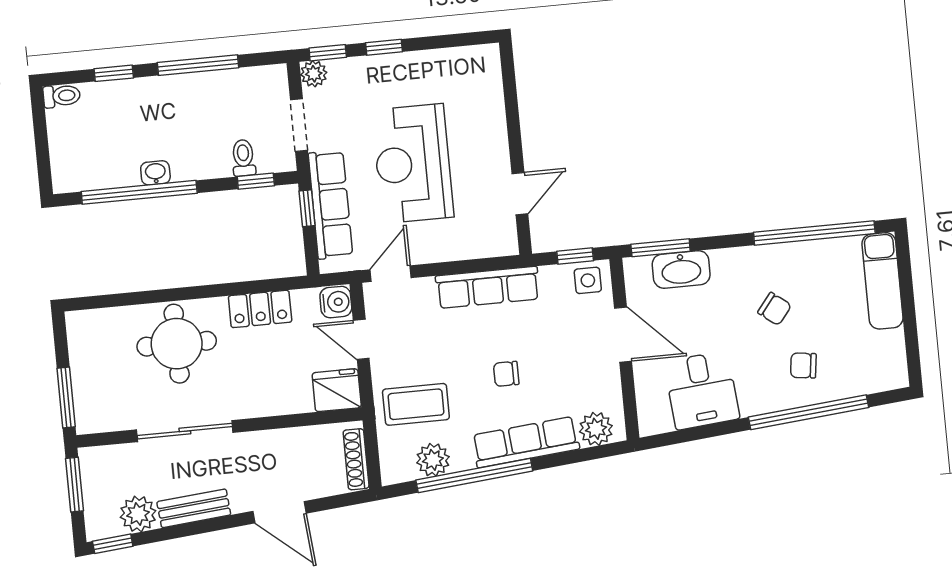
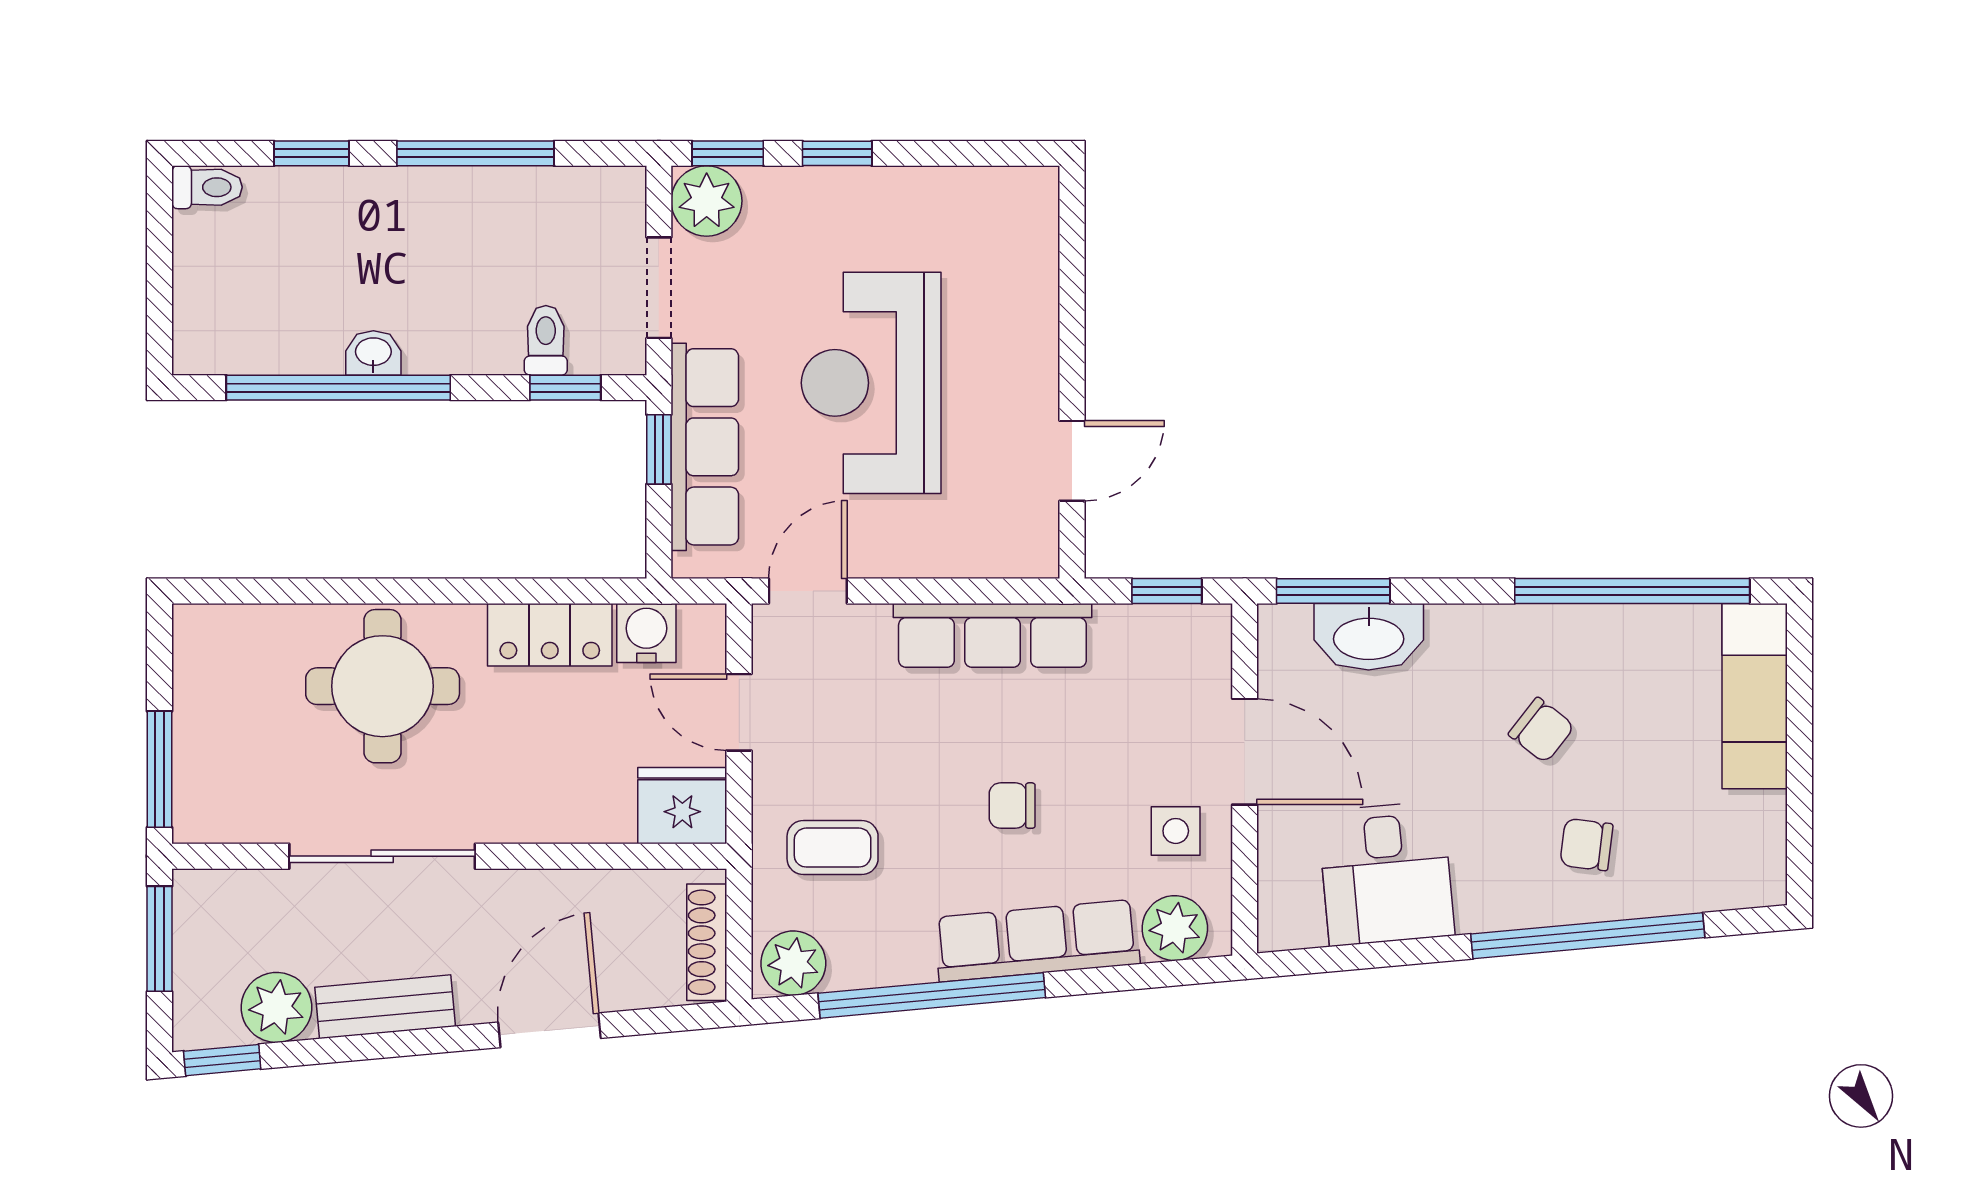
plant: (314, 74) -> (707, 201), width x1.38, depth x1.38
side table: (588, 280) -> (1176, 831), moved
water cooler: (336, 302) -> (646, 633), moved, turned -90
coffee table: (416, 404) -> (833, 848), width x0.73, depth x0.77
plant: (433, 460) -> (793, 963), moved
door: (280, 512) -> (550, 1030), swing flipped

